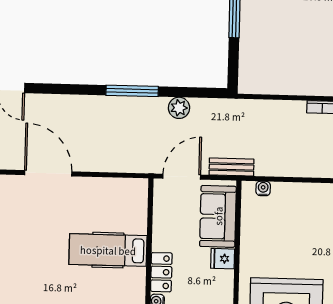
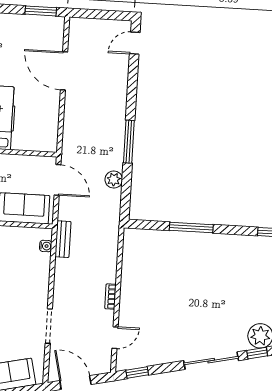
bench: (232, 167) -> (63, 239), moved
door: (48, 173) -> (64, 71), swing flipped

